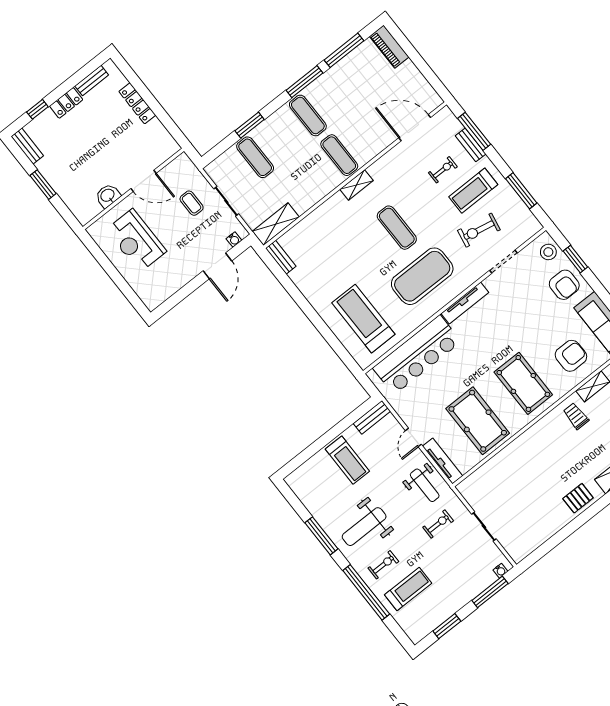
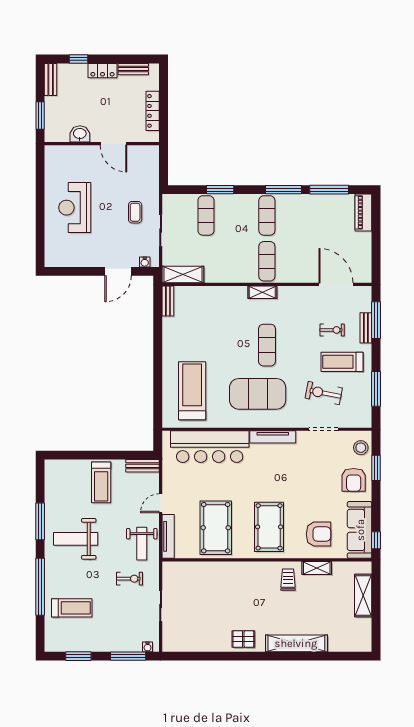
door: (144, 181) -> (113, 144), moved
wall: (133, 189) -> (102, 144), moved
washbasin: (108, 196) -> (80, 134), moved
exercise bike: (383, 565) -> (68, 577), removed

